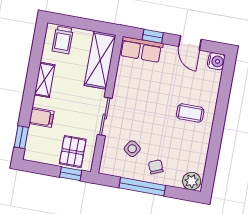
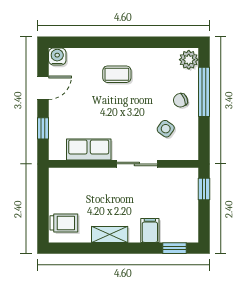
row of seats: (141, 49) -> (89, 150), moved, turned -90
shelving: (100, 60) -> (78, 180), removed
coffee table: (190, 113) -> (117, 74), turned 90
pallet: (73, 152) -> (180, 191), removed
window: (142, 187) -> (204, 92), moved

